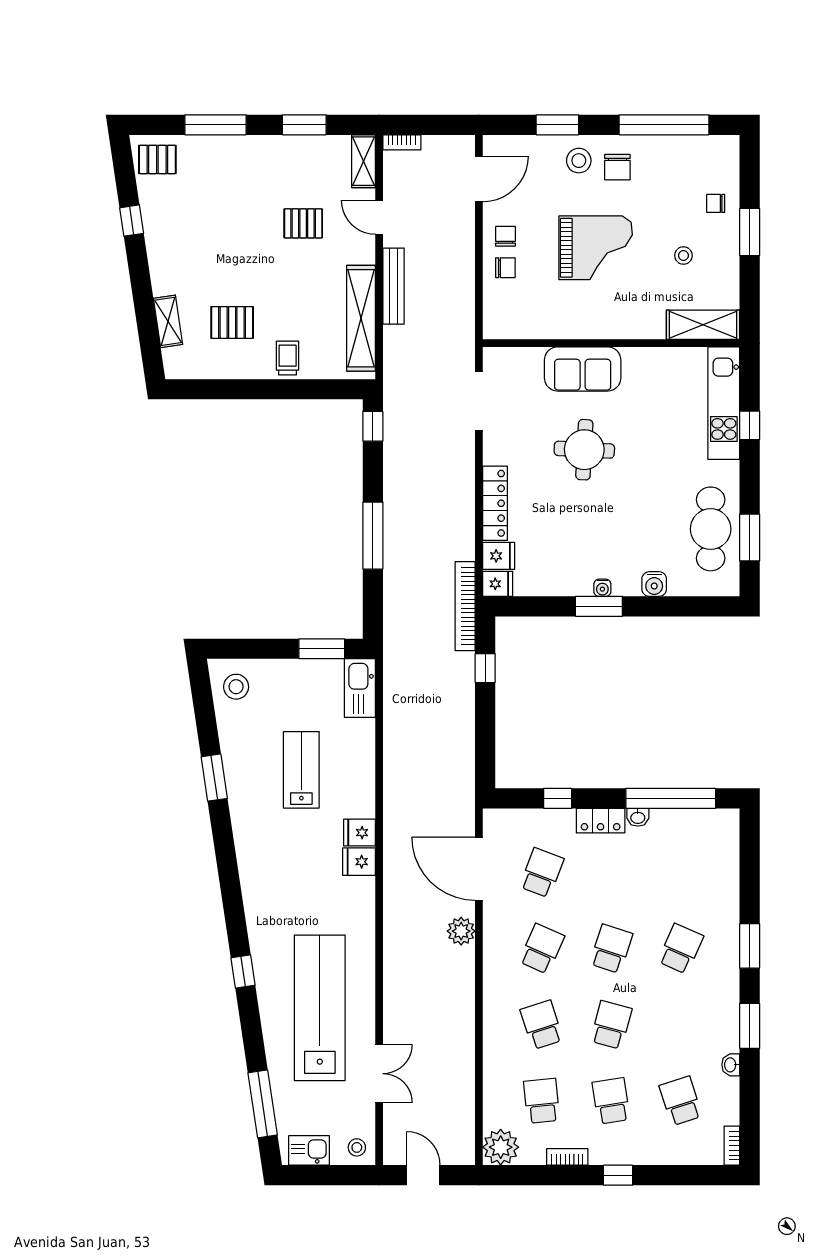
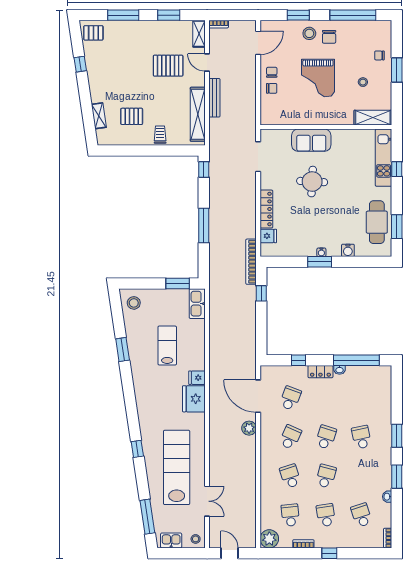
pallet: (303, 223) -> (168, 66), width x1.50, depth x1.42
grand piano: (596, 248) -> (318, 78), turned 90
fridge: (498, 584) -> (268, 250), removed
fridge: (359, 862) -> (194, 399), width x1.88, depth x1.34
school desk: (681, 949) -> (361, 437), turned -36

